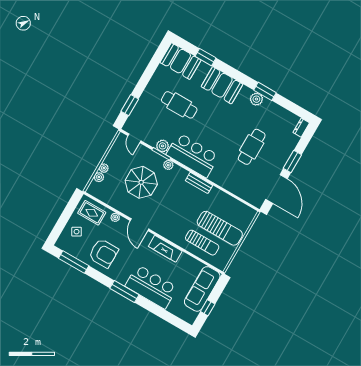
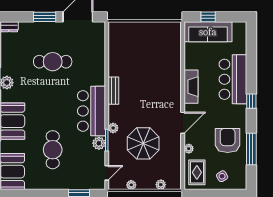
plant: (104, 168) -> (131, 185), moved
sun lounger: (220, 228) -> (144, 48), removed
sun lounger: (202, 243) -> (166, 56), removed
window: (74, 262) -> (251, 149), moved
window: (124, 291) -> (251, 101), width x0.46
window: (208, 308) -> (208, 17), moved

